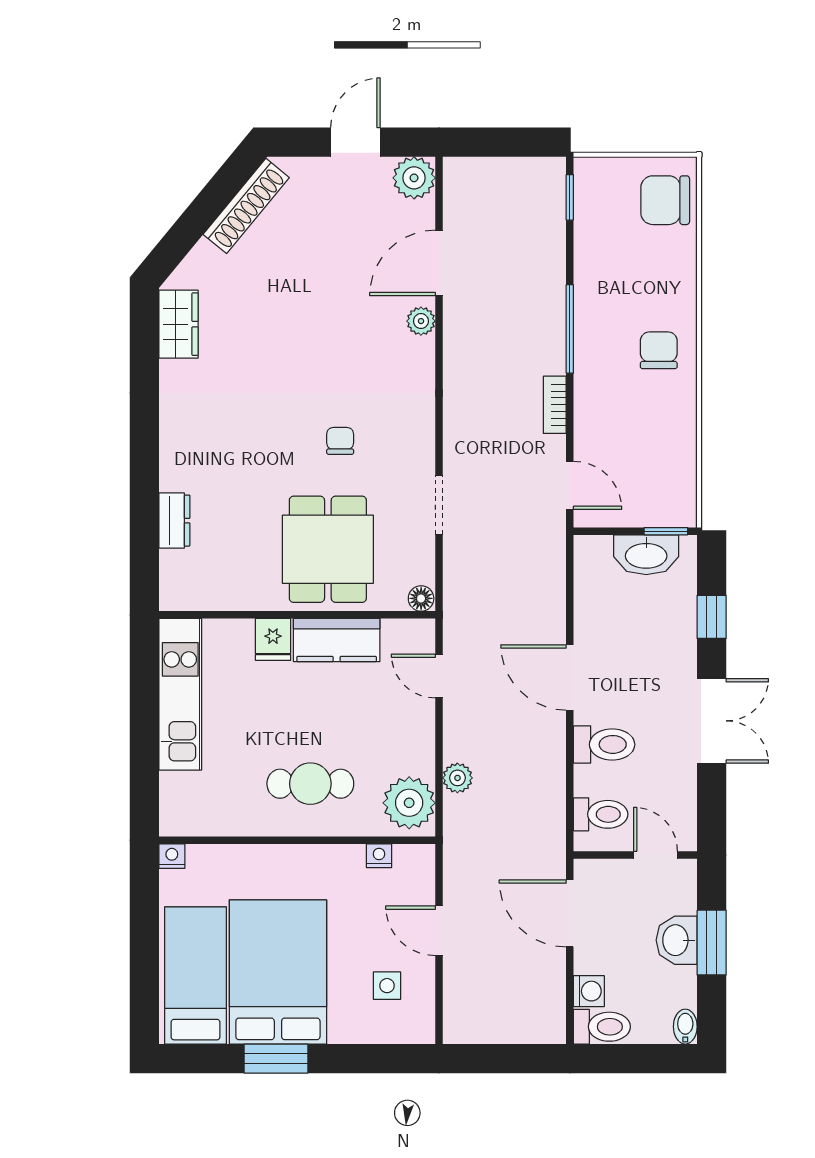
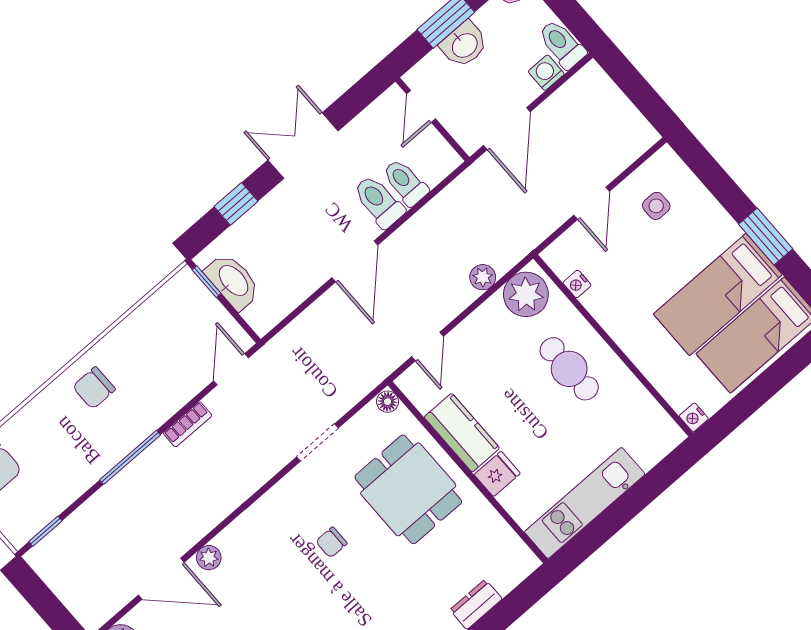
dining table: (328, 549) -> (408, 489), turned 90
toilet: (601, 814) -> (405, 182), moved
bed: (278, 972) -> (718, 294), width x0.67

